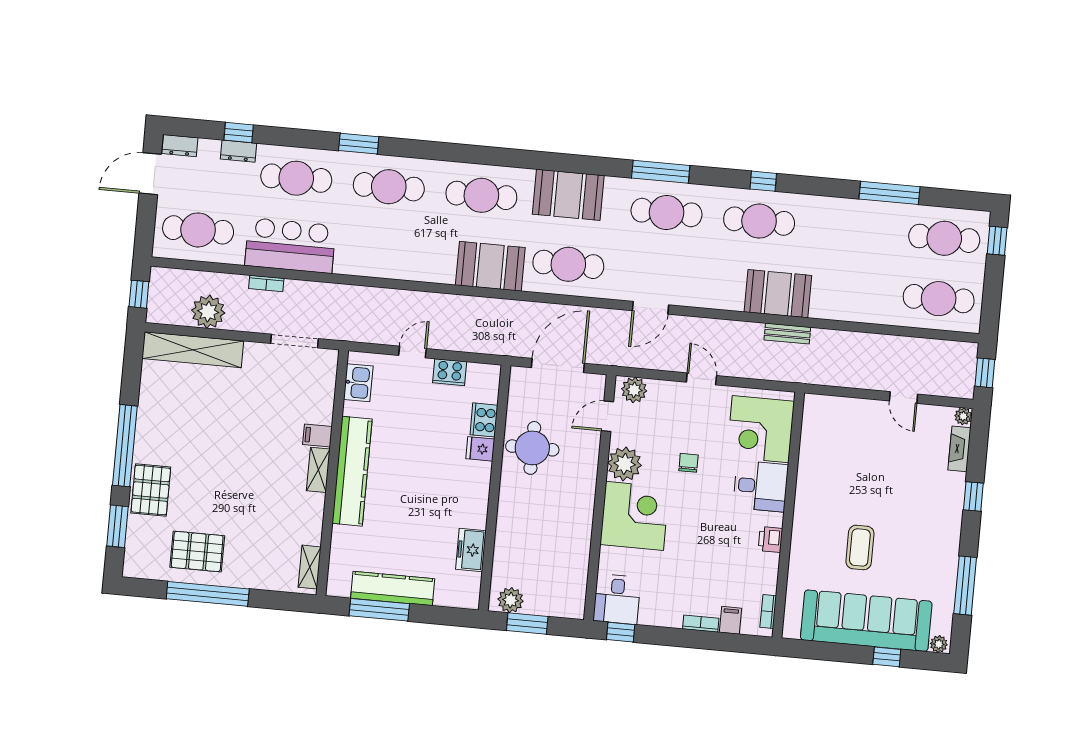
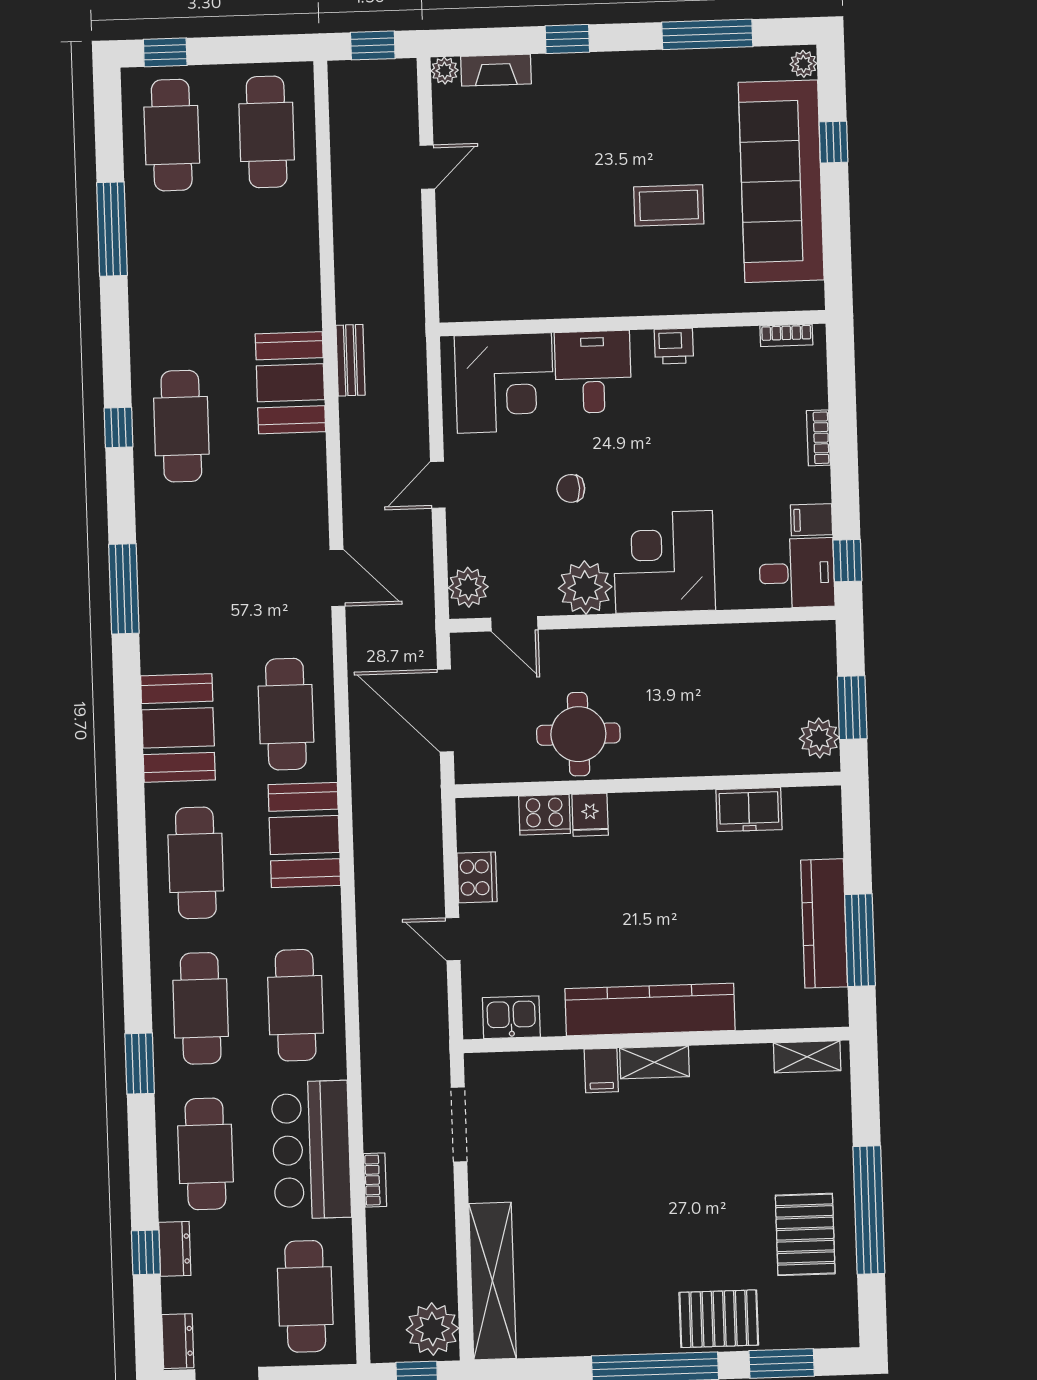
cafe table: (667, 213) -> (296, 1005), moved
plant: (208, 312) -> (432, 1329), moved
filing cabinet: (730, 620) -> (812, 520), moved

